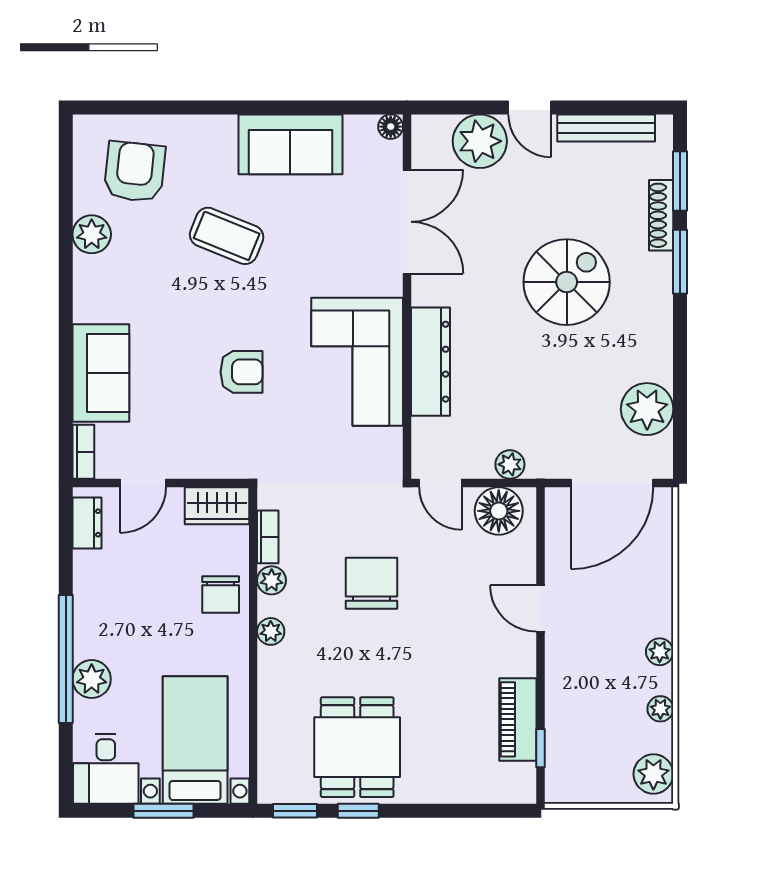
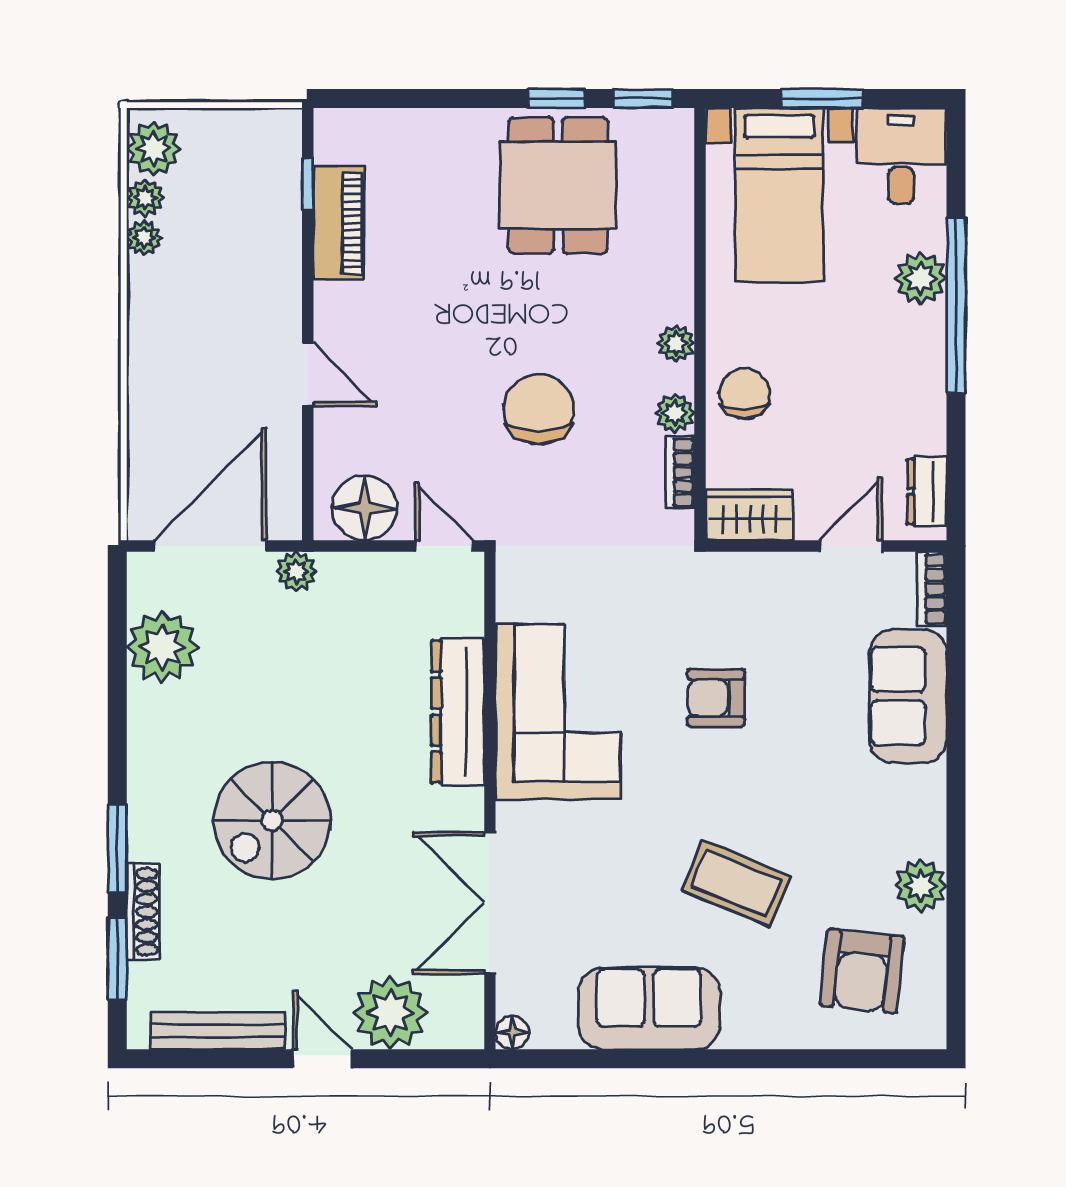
plant: (510, 464) -> (296, 571), moved
chair: (371, 583) -> (538, 409), turned 180
plant: (660, 652) -> (145, 198), moved

